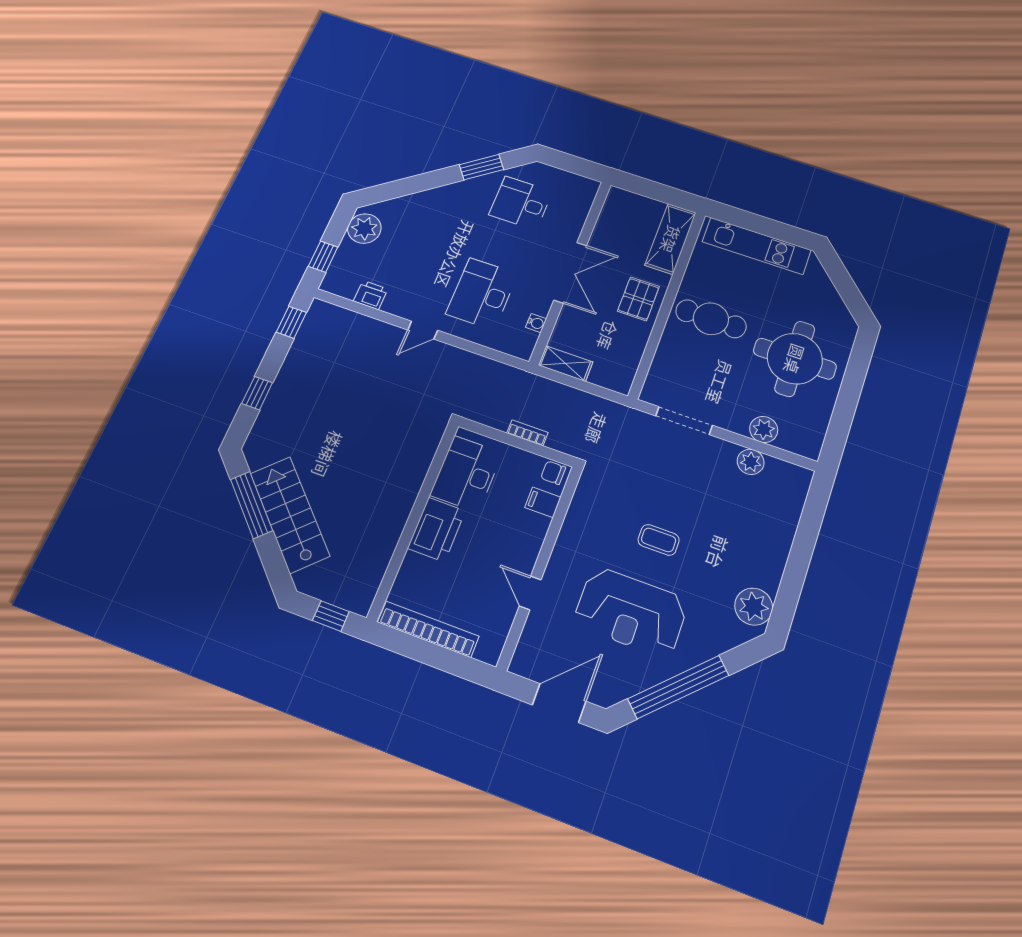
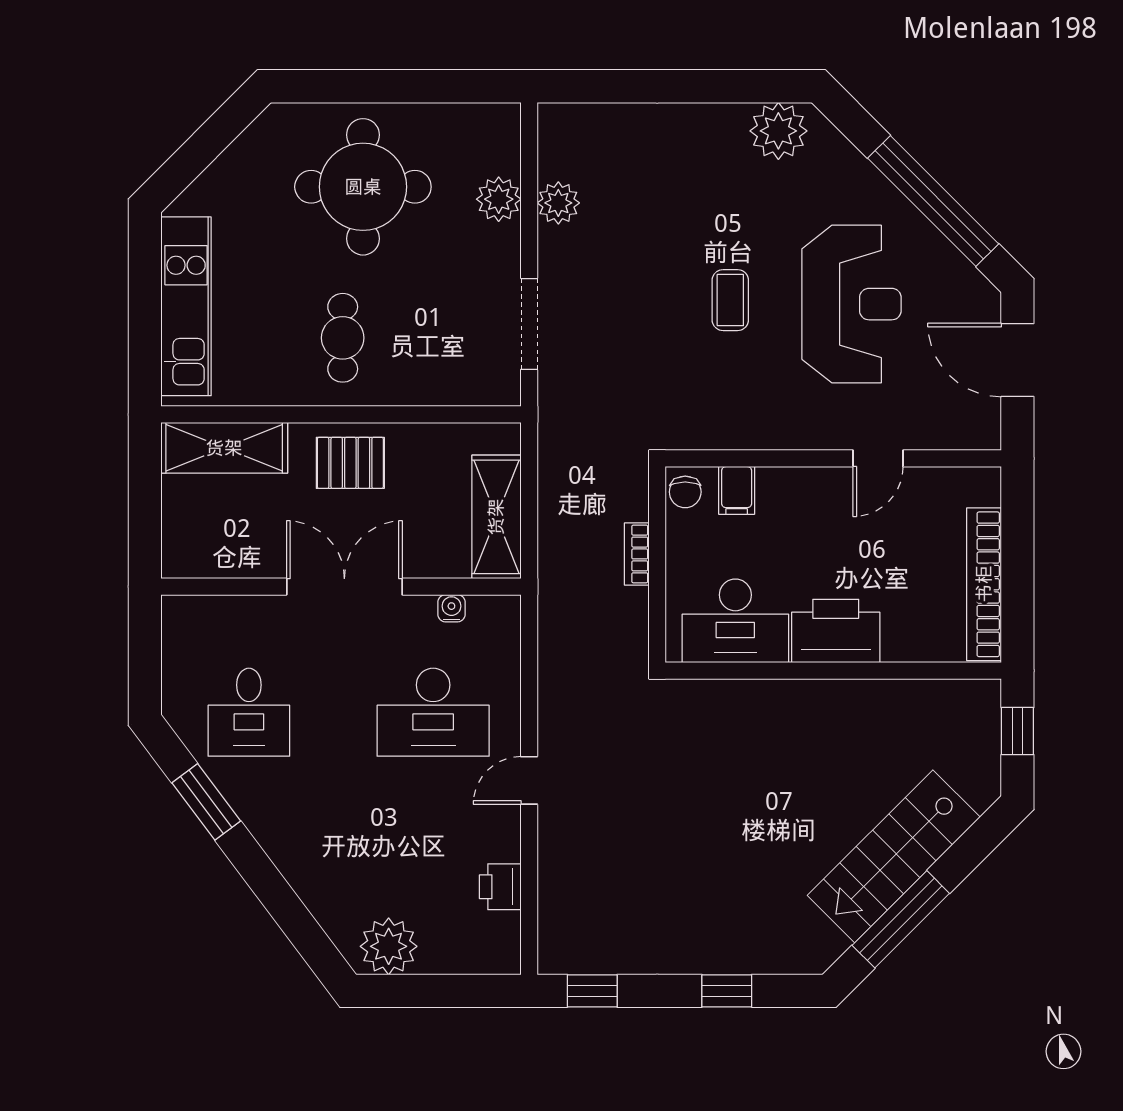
window: (323, 257) -> (463, 991), removed
cafe table: (711, 319) -> (343, 338), width x0.73, depth x0.74
door: (423, 330) -> (529, 780), swing flipped
shelving: (566, 364) -> (496, 517), width x1.50, depth x1.33

